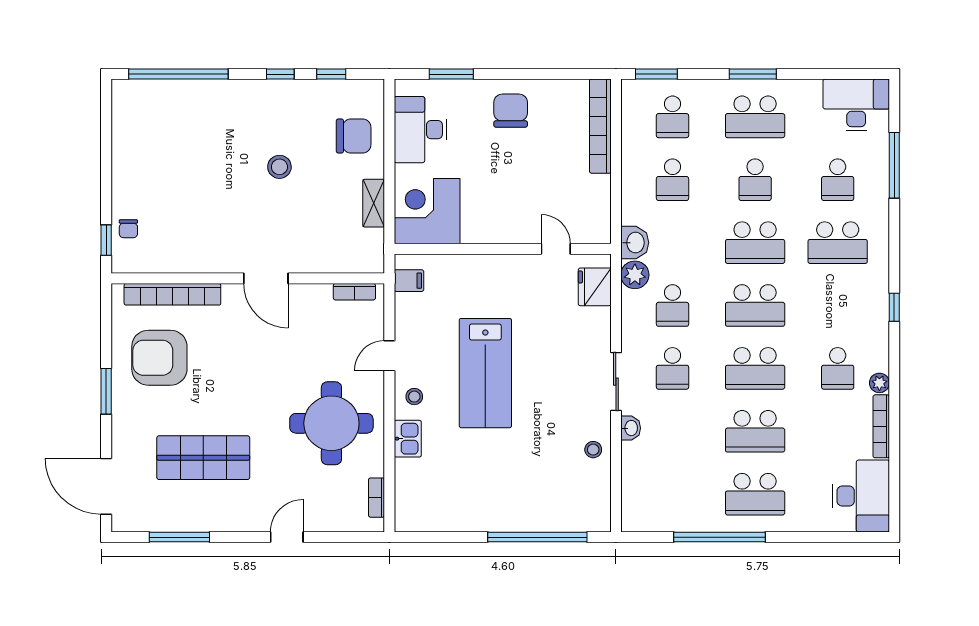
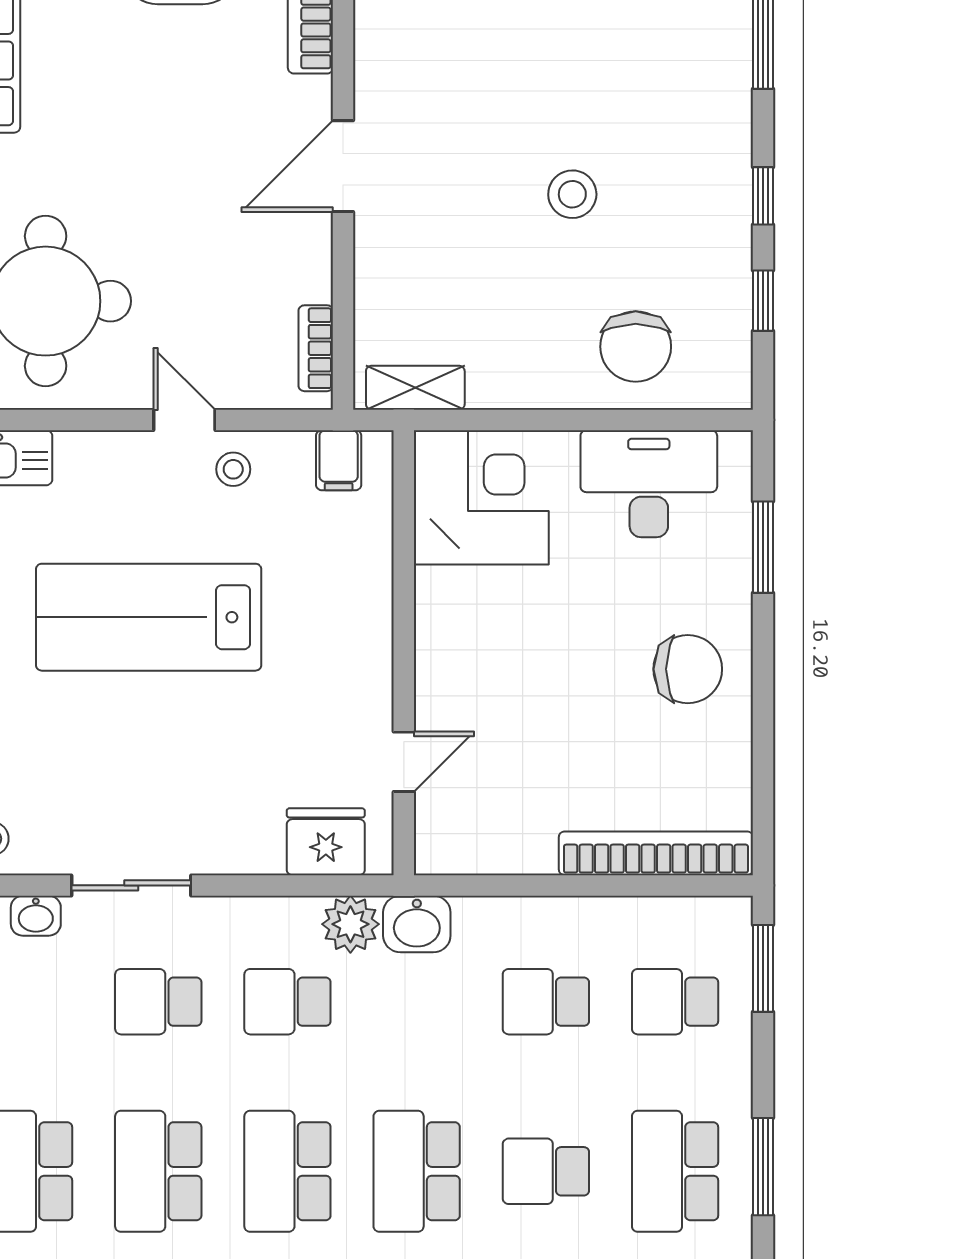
shelving: (374, 203) -> (415, 388), moved
stool: (414, 397) -> (233, 469), moved

